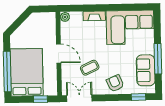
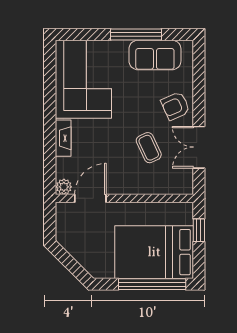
door: (59, 54) -> (90, 198), moved
window: (139, 97) -> (199, 68), removed
double door: (79, 98) -> (199, 147), moved

